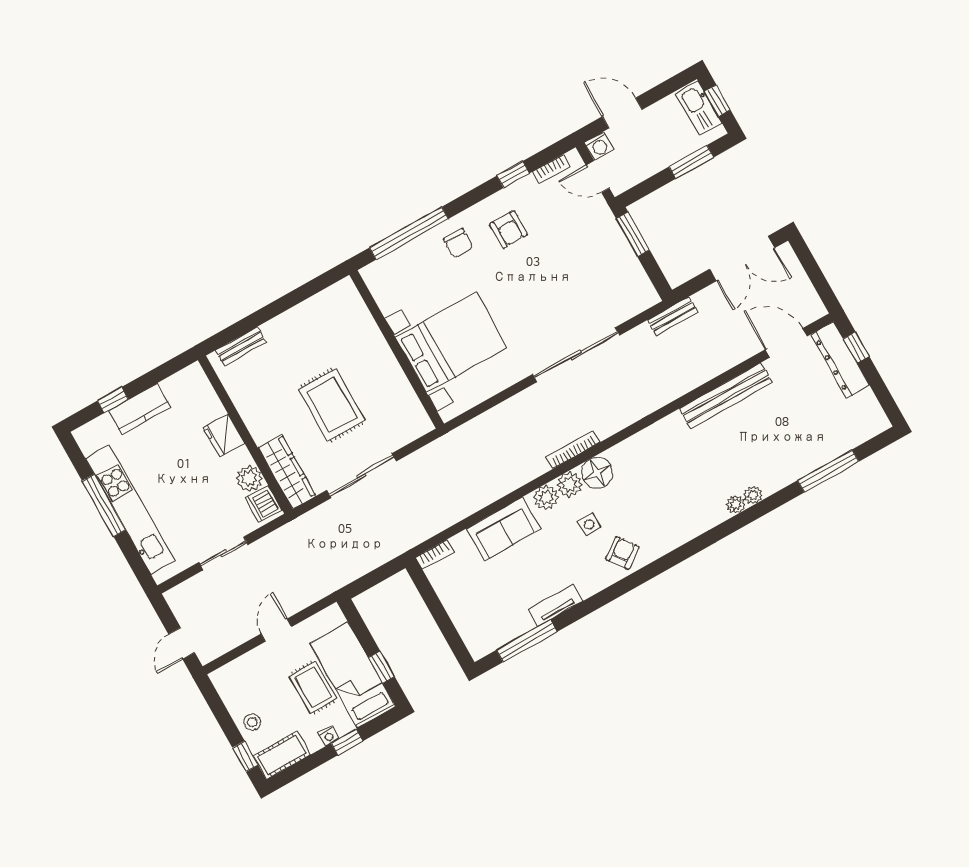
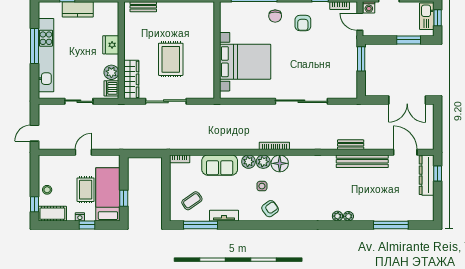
bench: (673, 316) -> (351, 145), moved
coffee table: (491, 610) -> (192, 201), added

